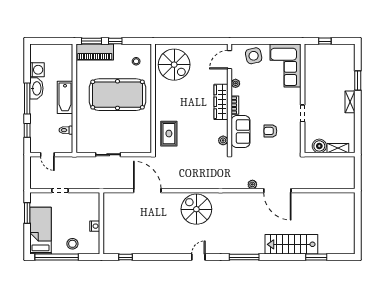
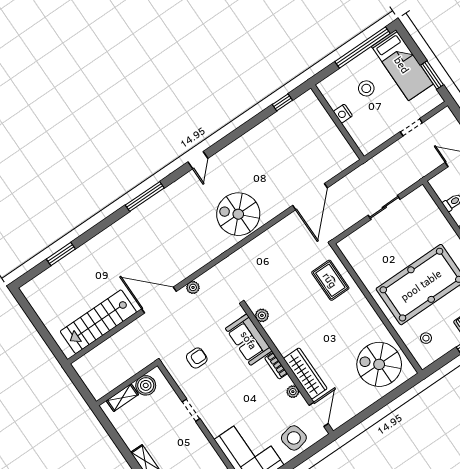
wardrobe: (221, 102) -> (305, 374), moved
armchair: (270, 131) -> (197, 358), moved
door: (147, 191) -> (310, 197), hinge flipped
spiral stairs: (196, 209) -> (238, 214), turned 180
stool: (72, 244) -> (366, 88), moved
stairs: (291, 244) -> (98, 322), moved, turned 180

